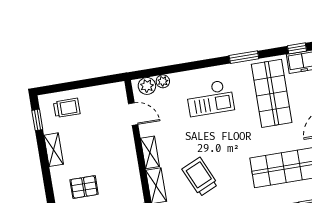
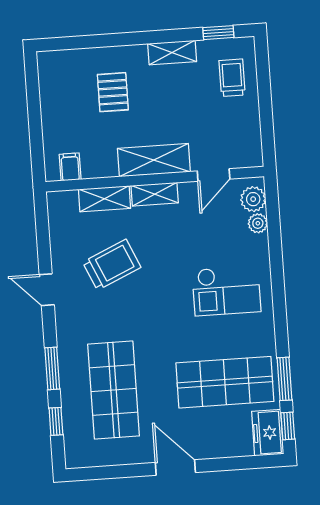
window: (244, 57) -> (284, 379), moved
checkout: (210, 98) -> (226, 291), turned -90
trolley: (67, 108) -> (232, 78), turned 180
shelving: (127, 155) -> (154, 160), added

